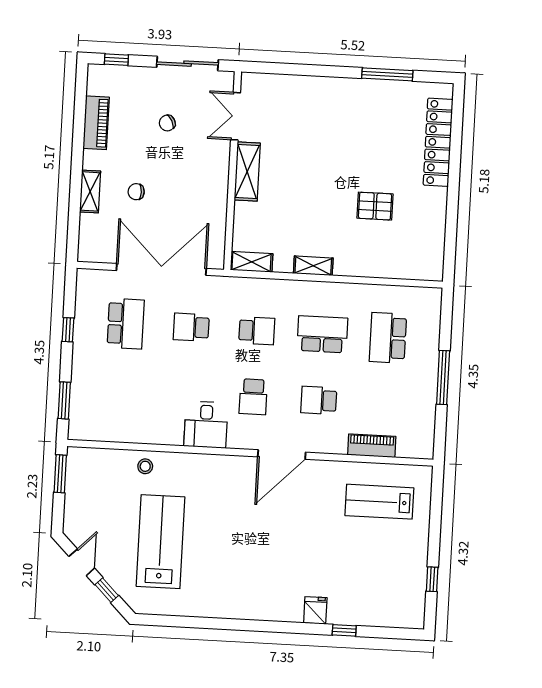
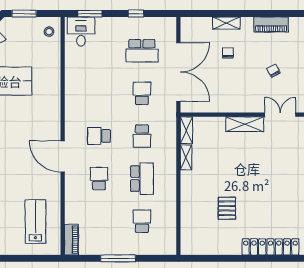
shelving: (313, 266) -> (186, 157), moved
school desk: (388, 338) -> (142, 221), width x0.54
desk: (206, 425) -> (81, 32), moved, turned 90
piano: (372, 446) -> (71, 240), moved
stool: (145, 466) -> (49, 32), moved
window: (60, 474) -> (24, 14), moved

